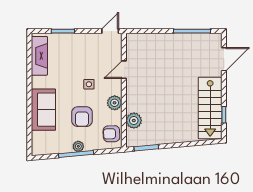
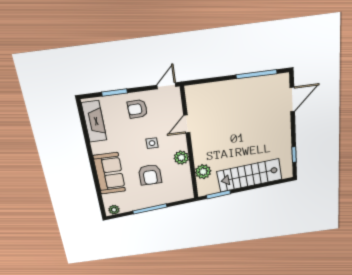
stairs: (210, 108) -> (249, 175), moved, turned 85
armchair: (111, 134) -> (137, 109), moved
plant: (78, 146) -> (114, 210), moved

